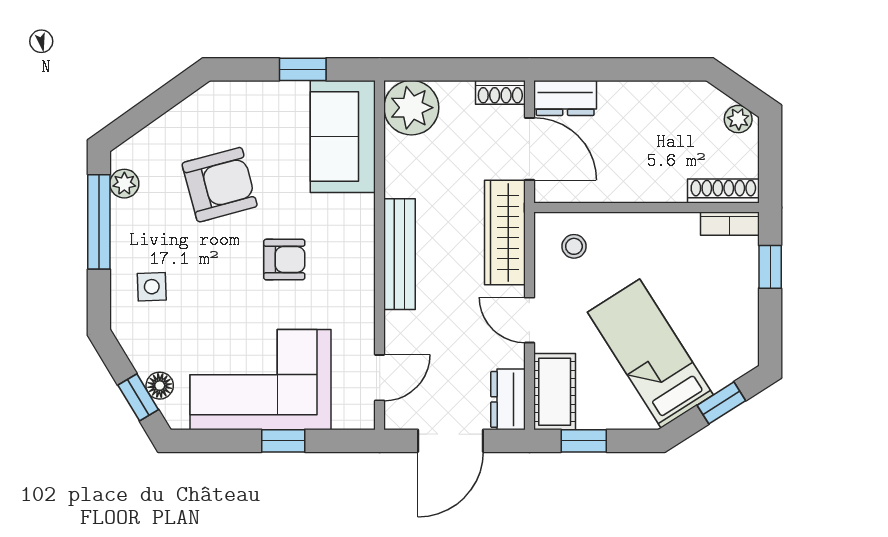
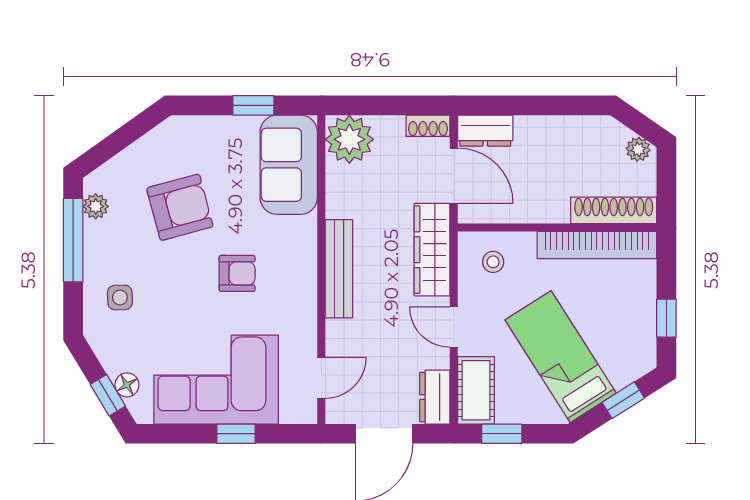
shoe rack: (723, 191) -> (614, 210), width x1.36, depth x1.24
bookcase: (730, 224) -> (597, 245), width x2.31, depth x1.31
window: (770, 267) -> (666, 318), moved

